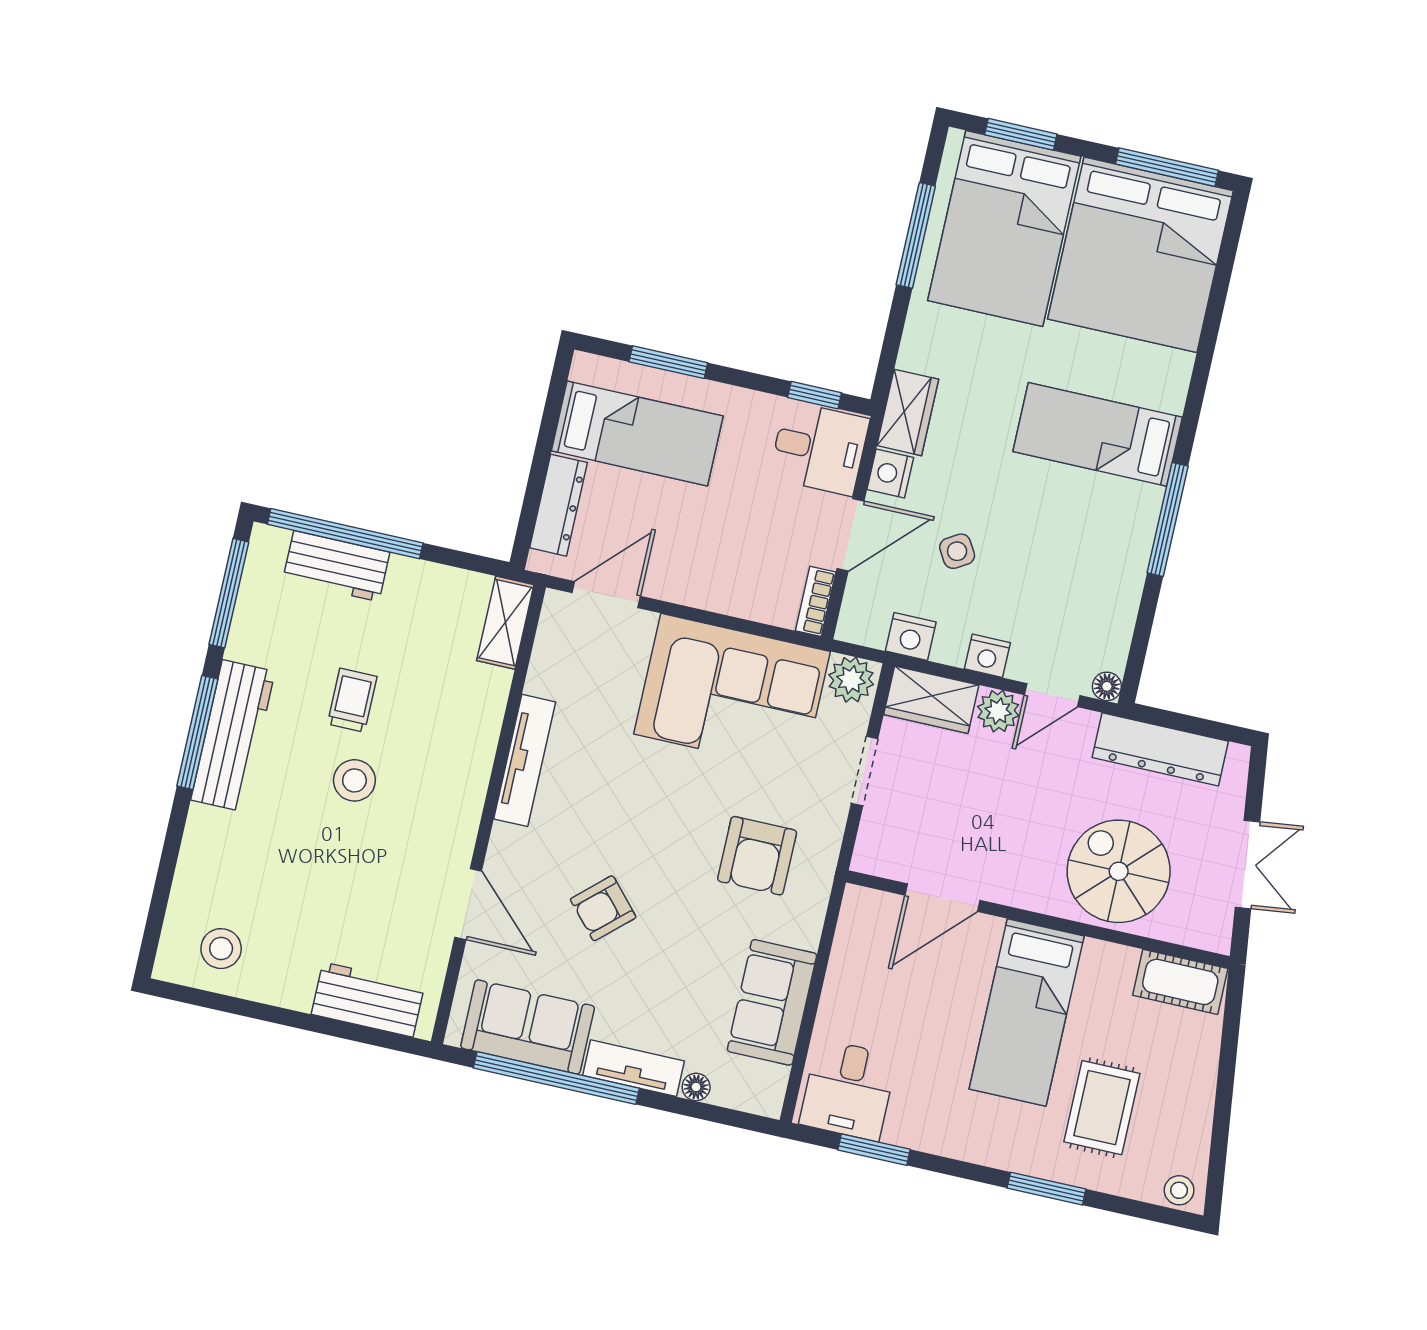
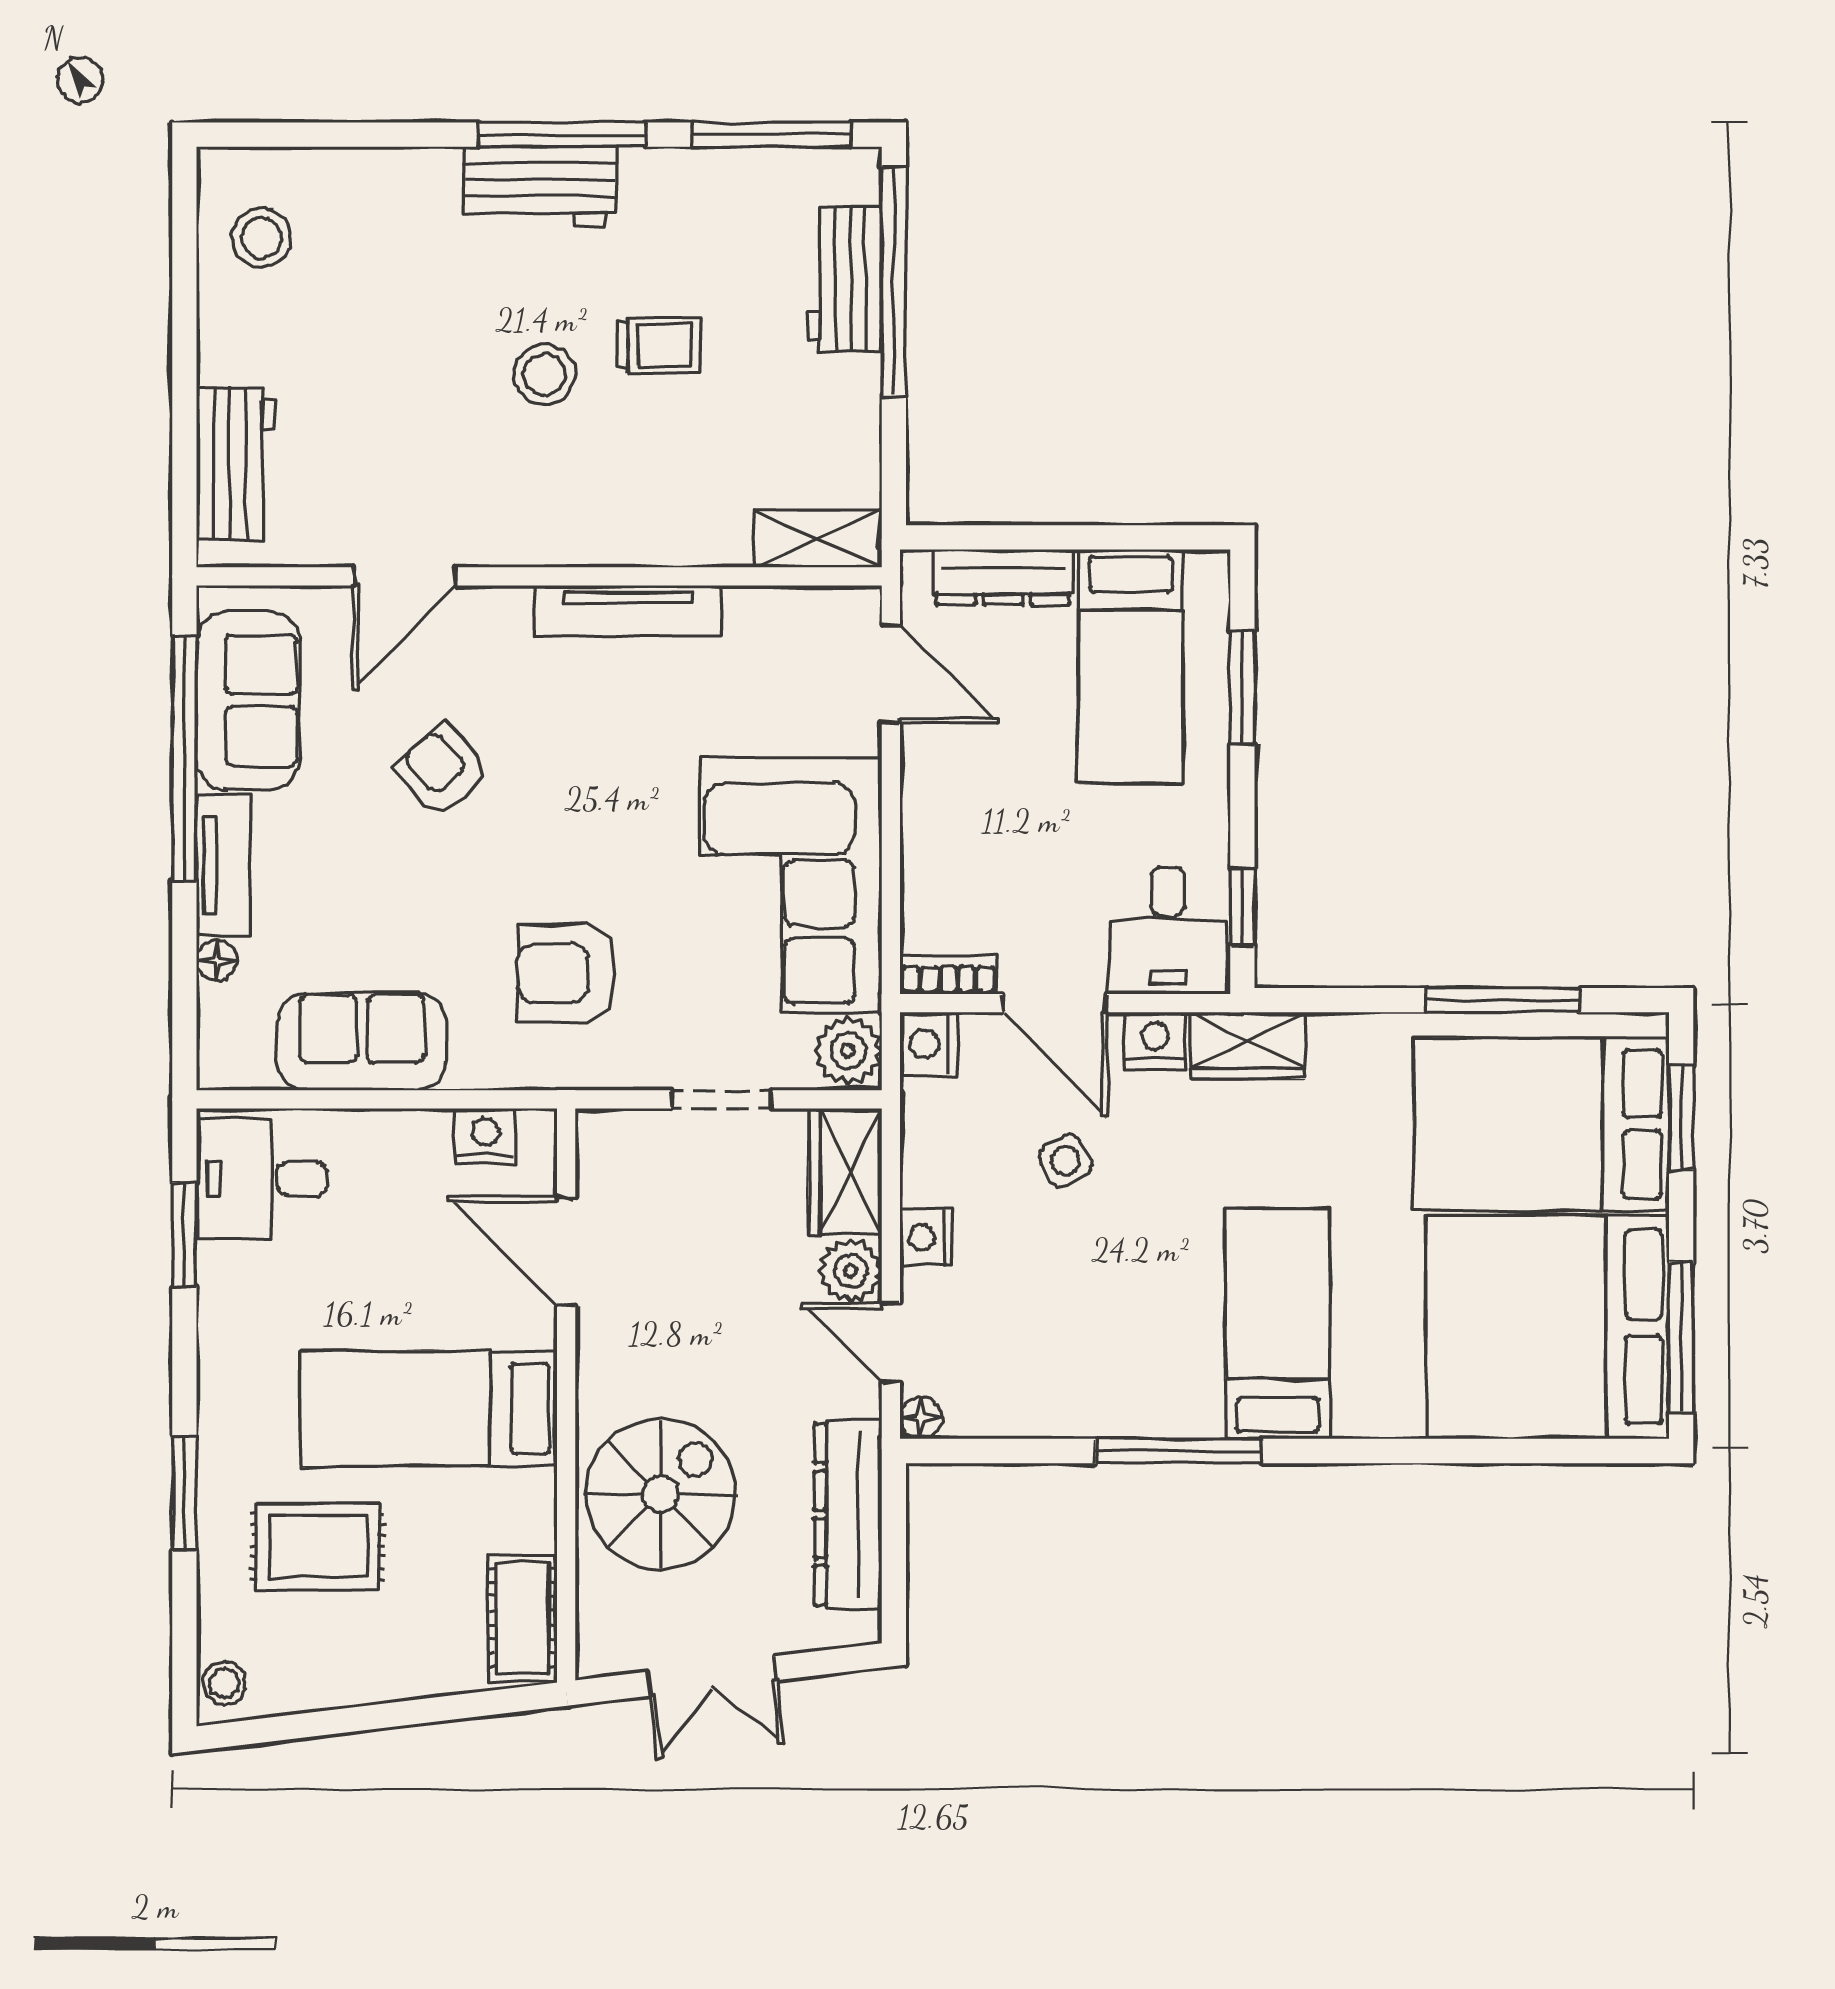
nightstand: (911, 636) -> (929, 1044), moved
workbench: (233, 736) -> (541, 186), width x0.73
nightstand: (854, 934) -> (486, 1136), added

